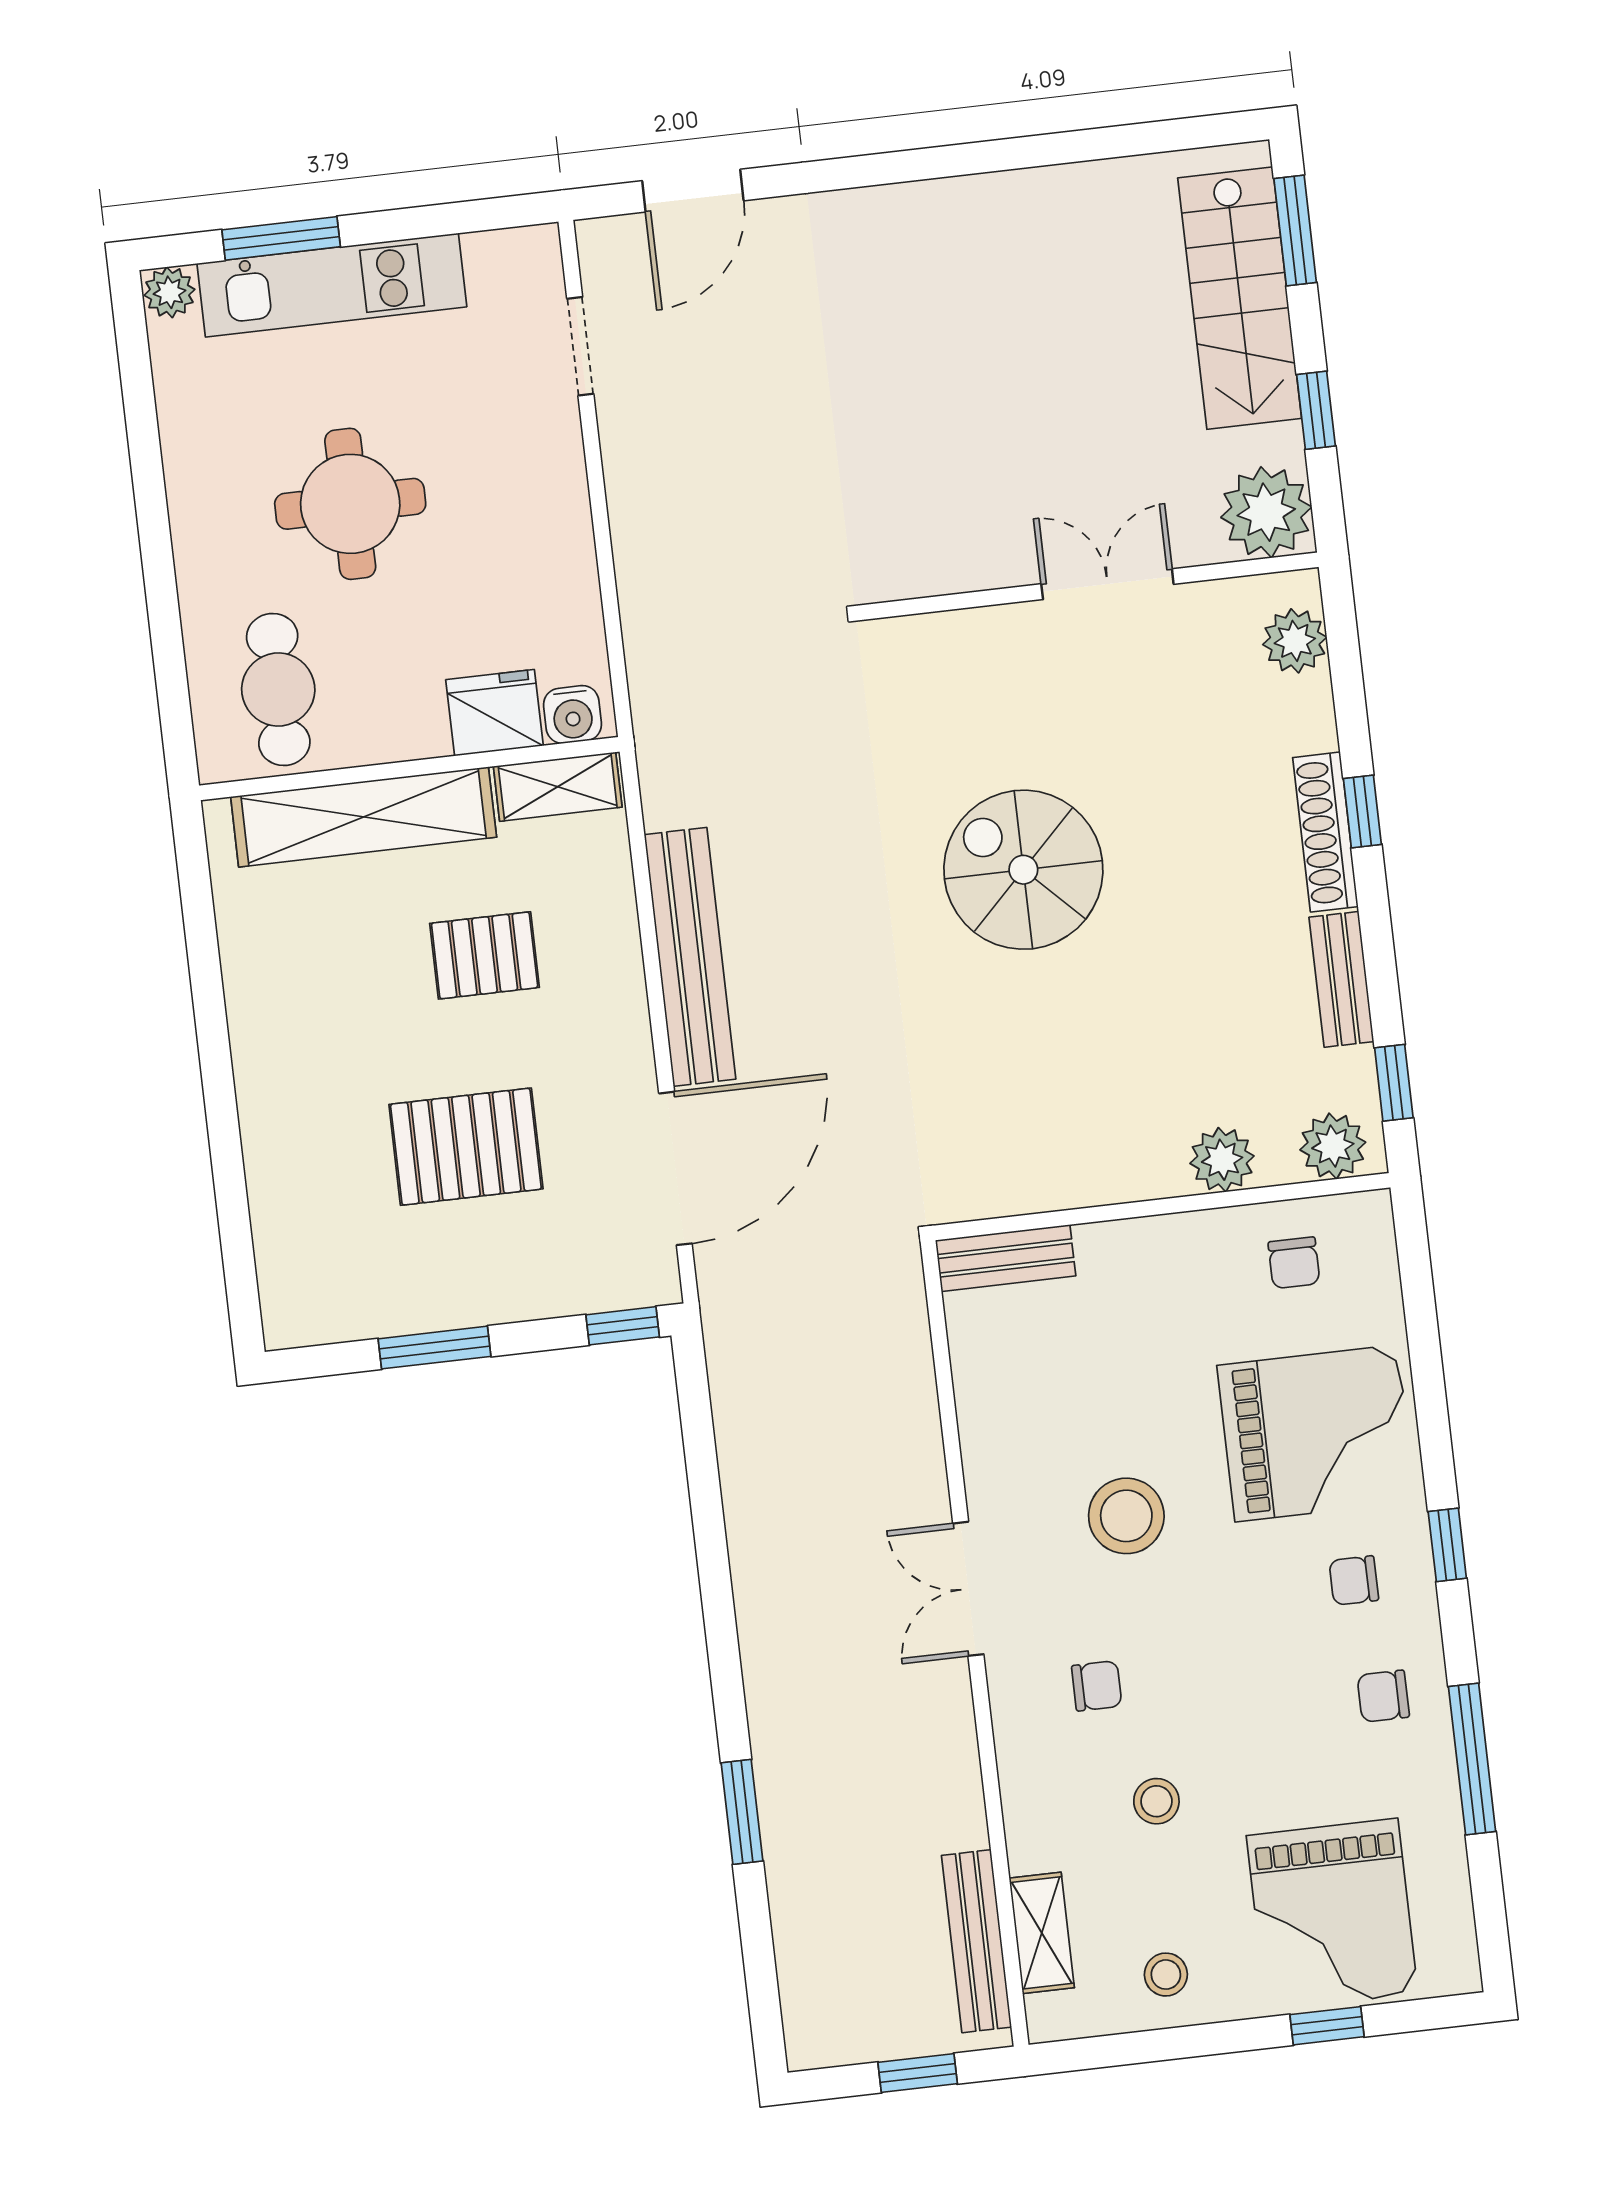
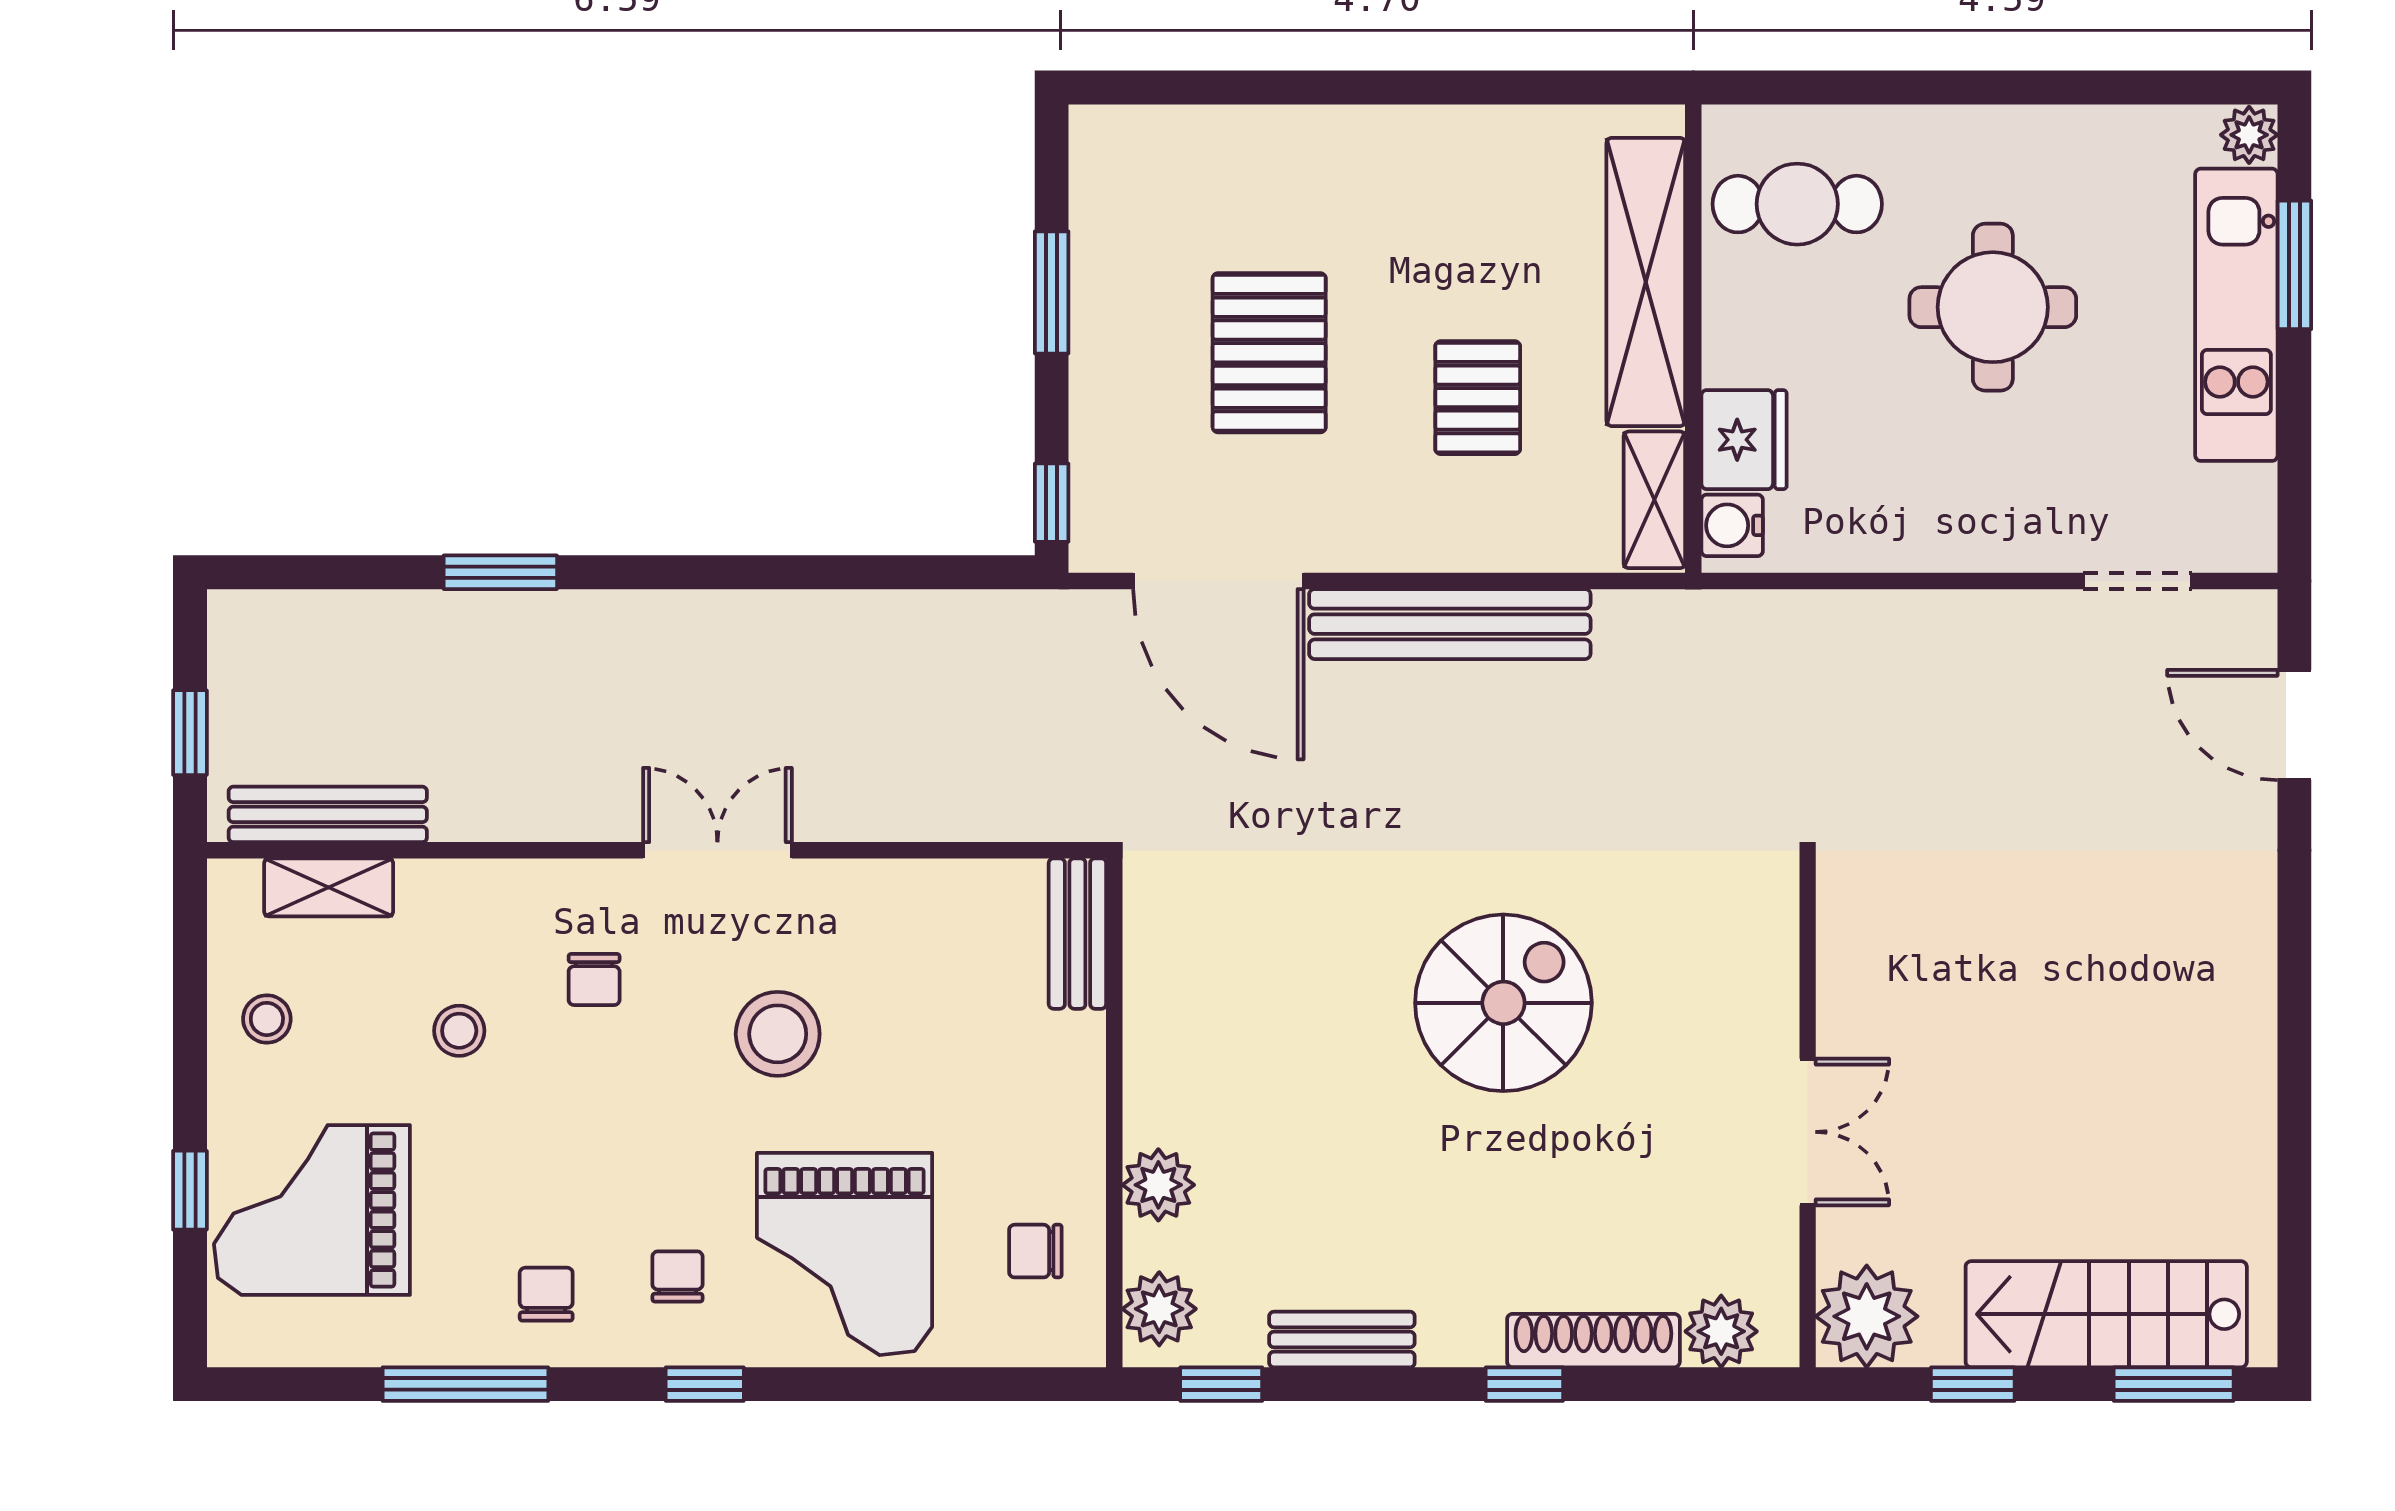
shoe rack: (1325, 832) -> (1593, 1341), moved

